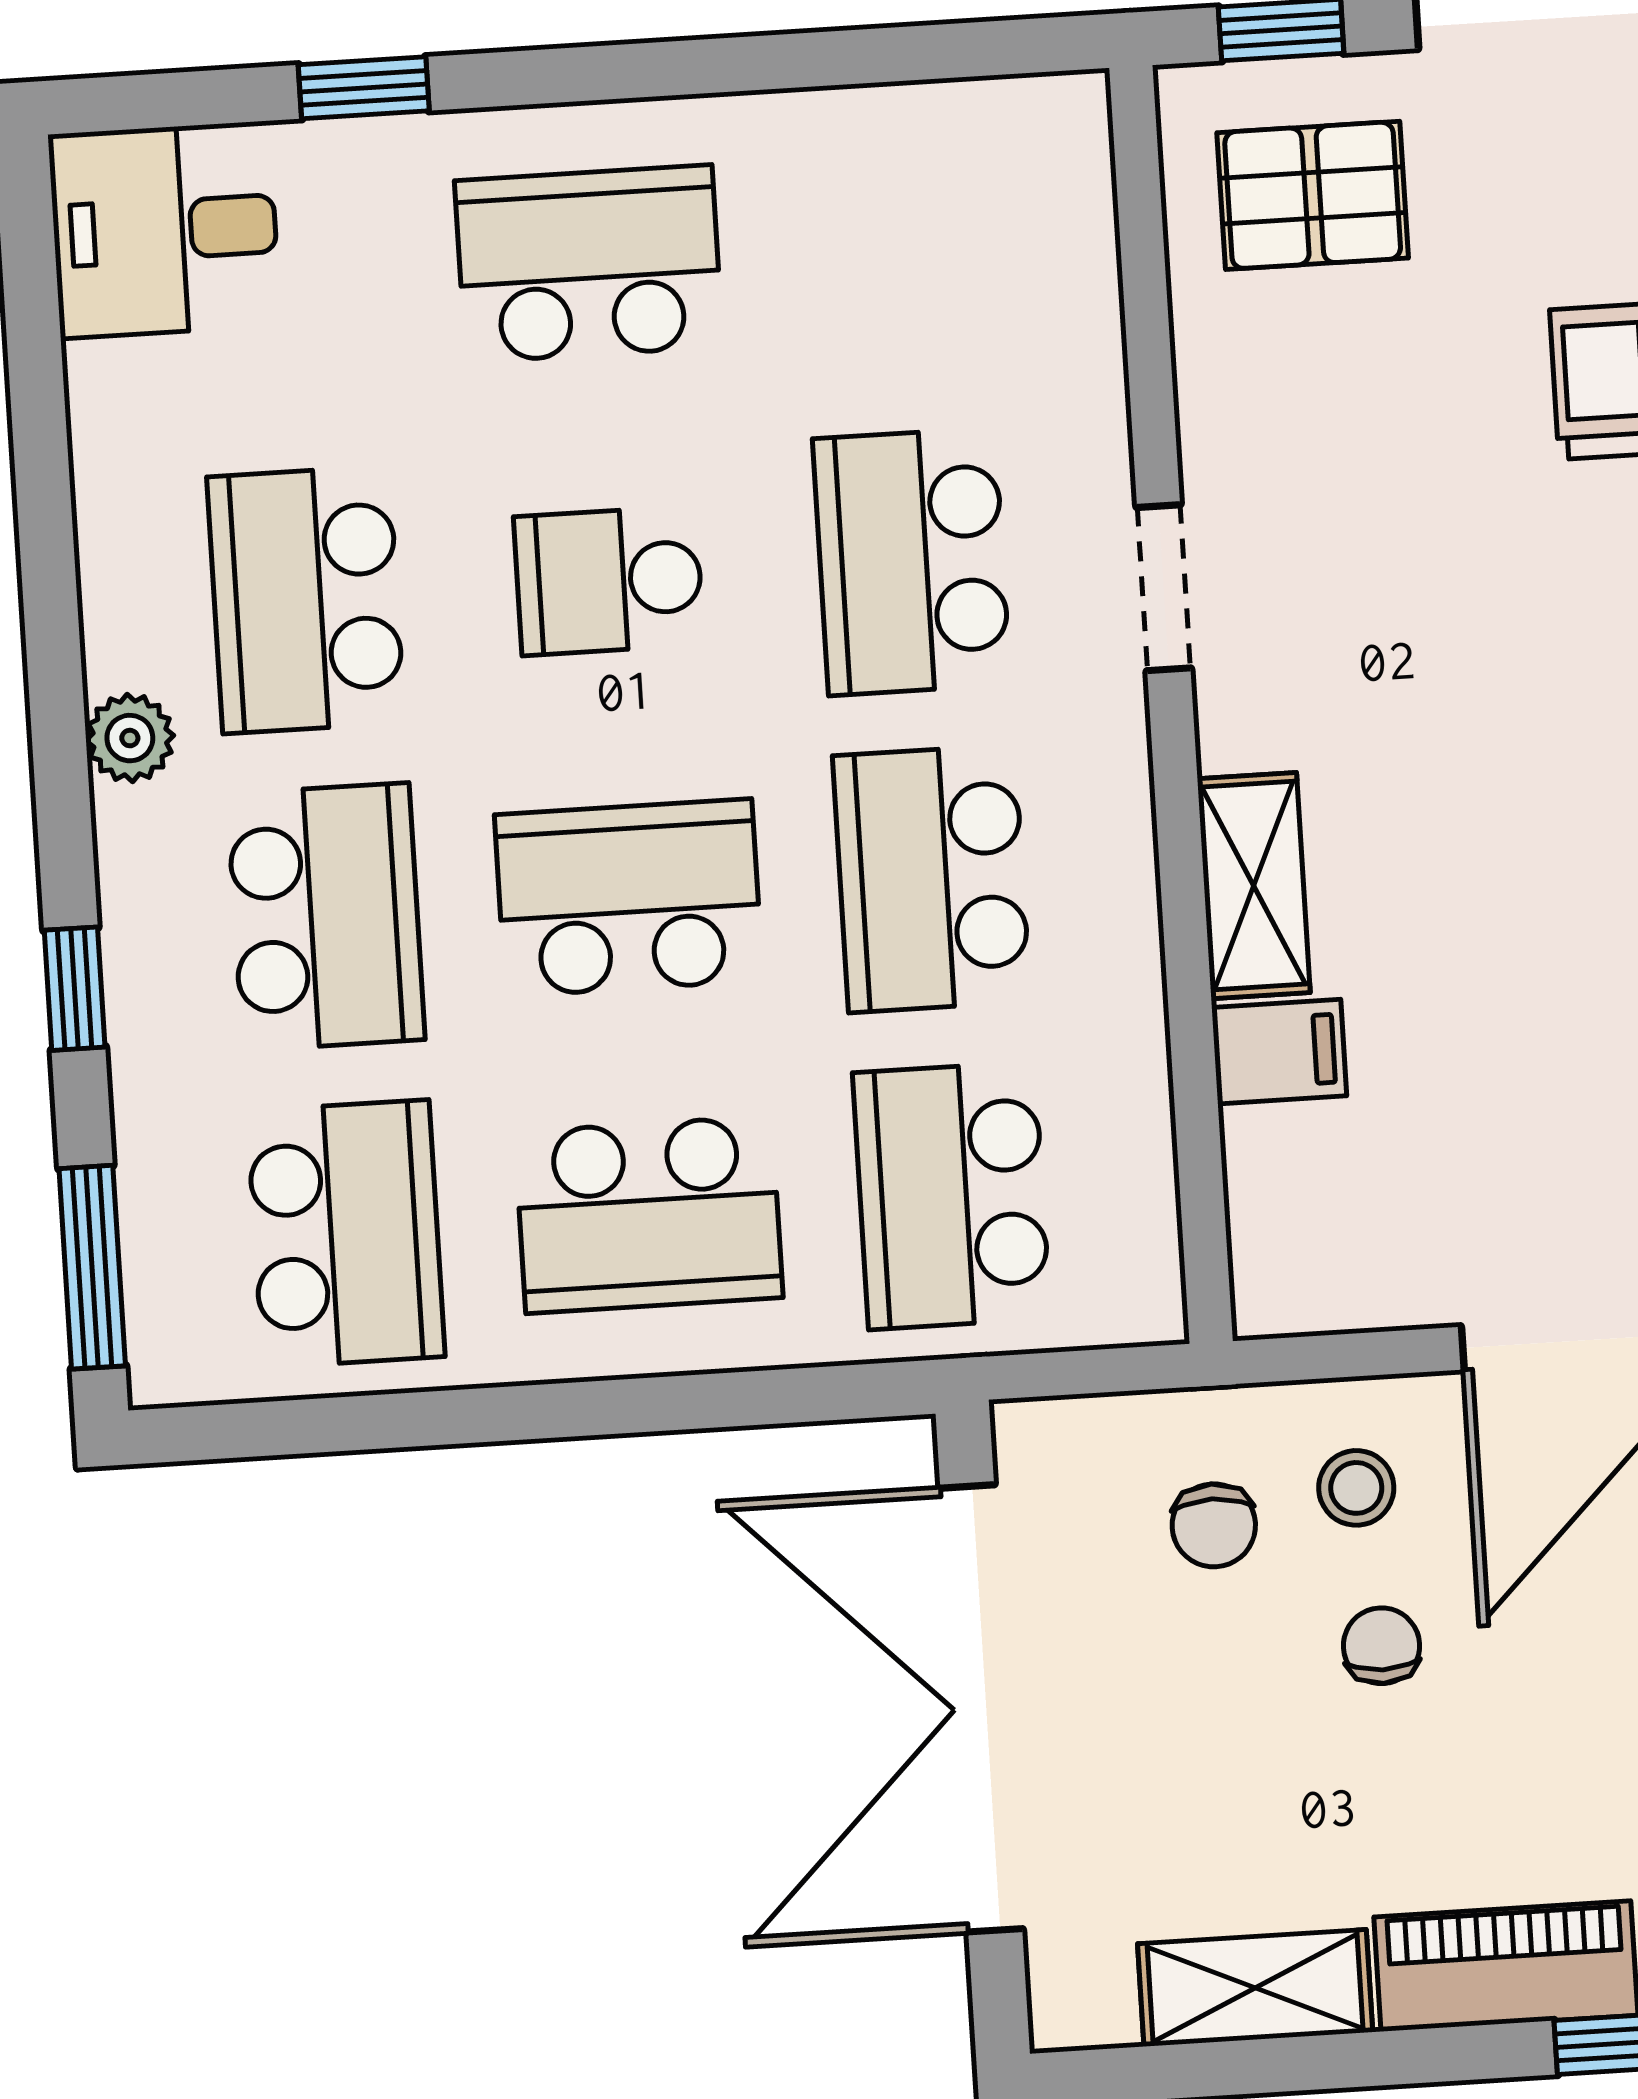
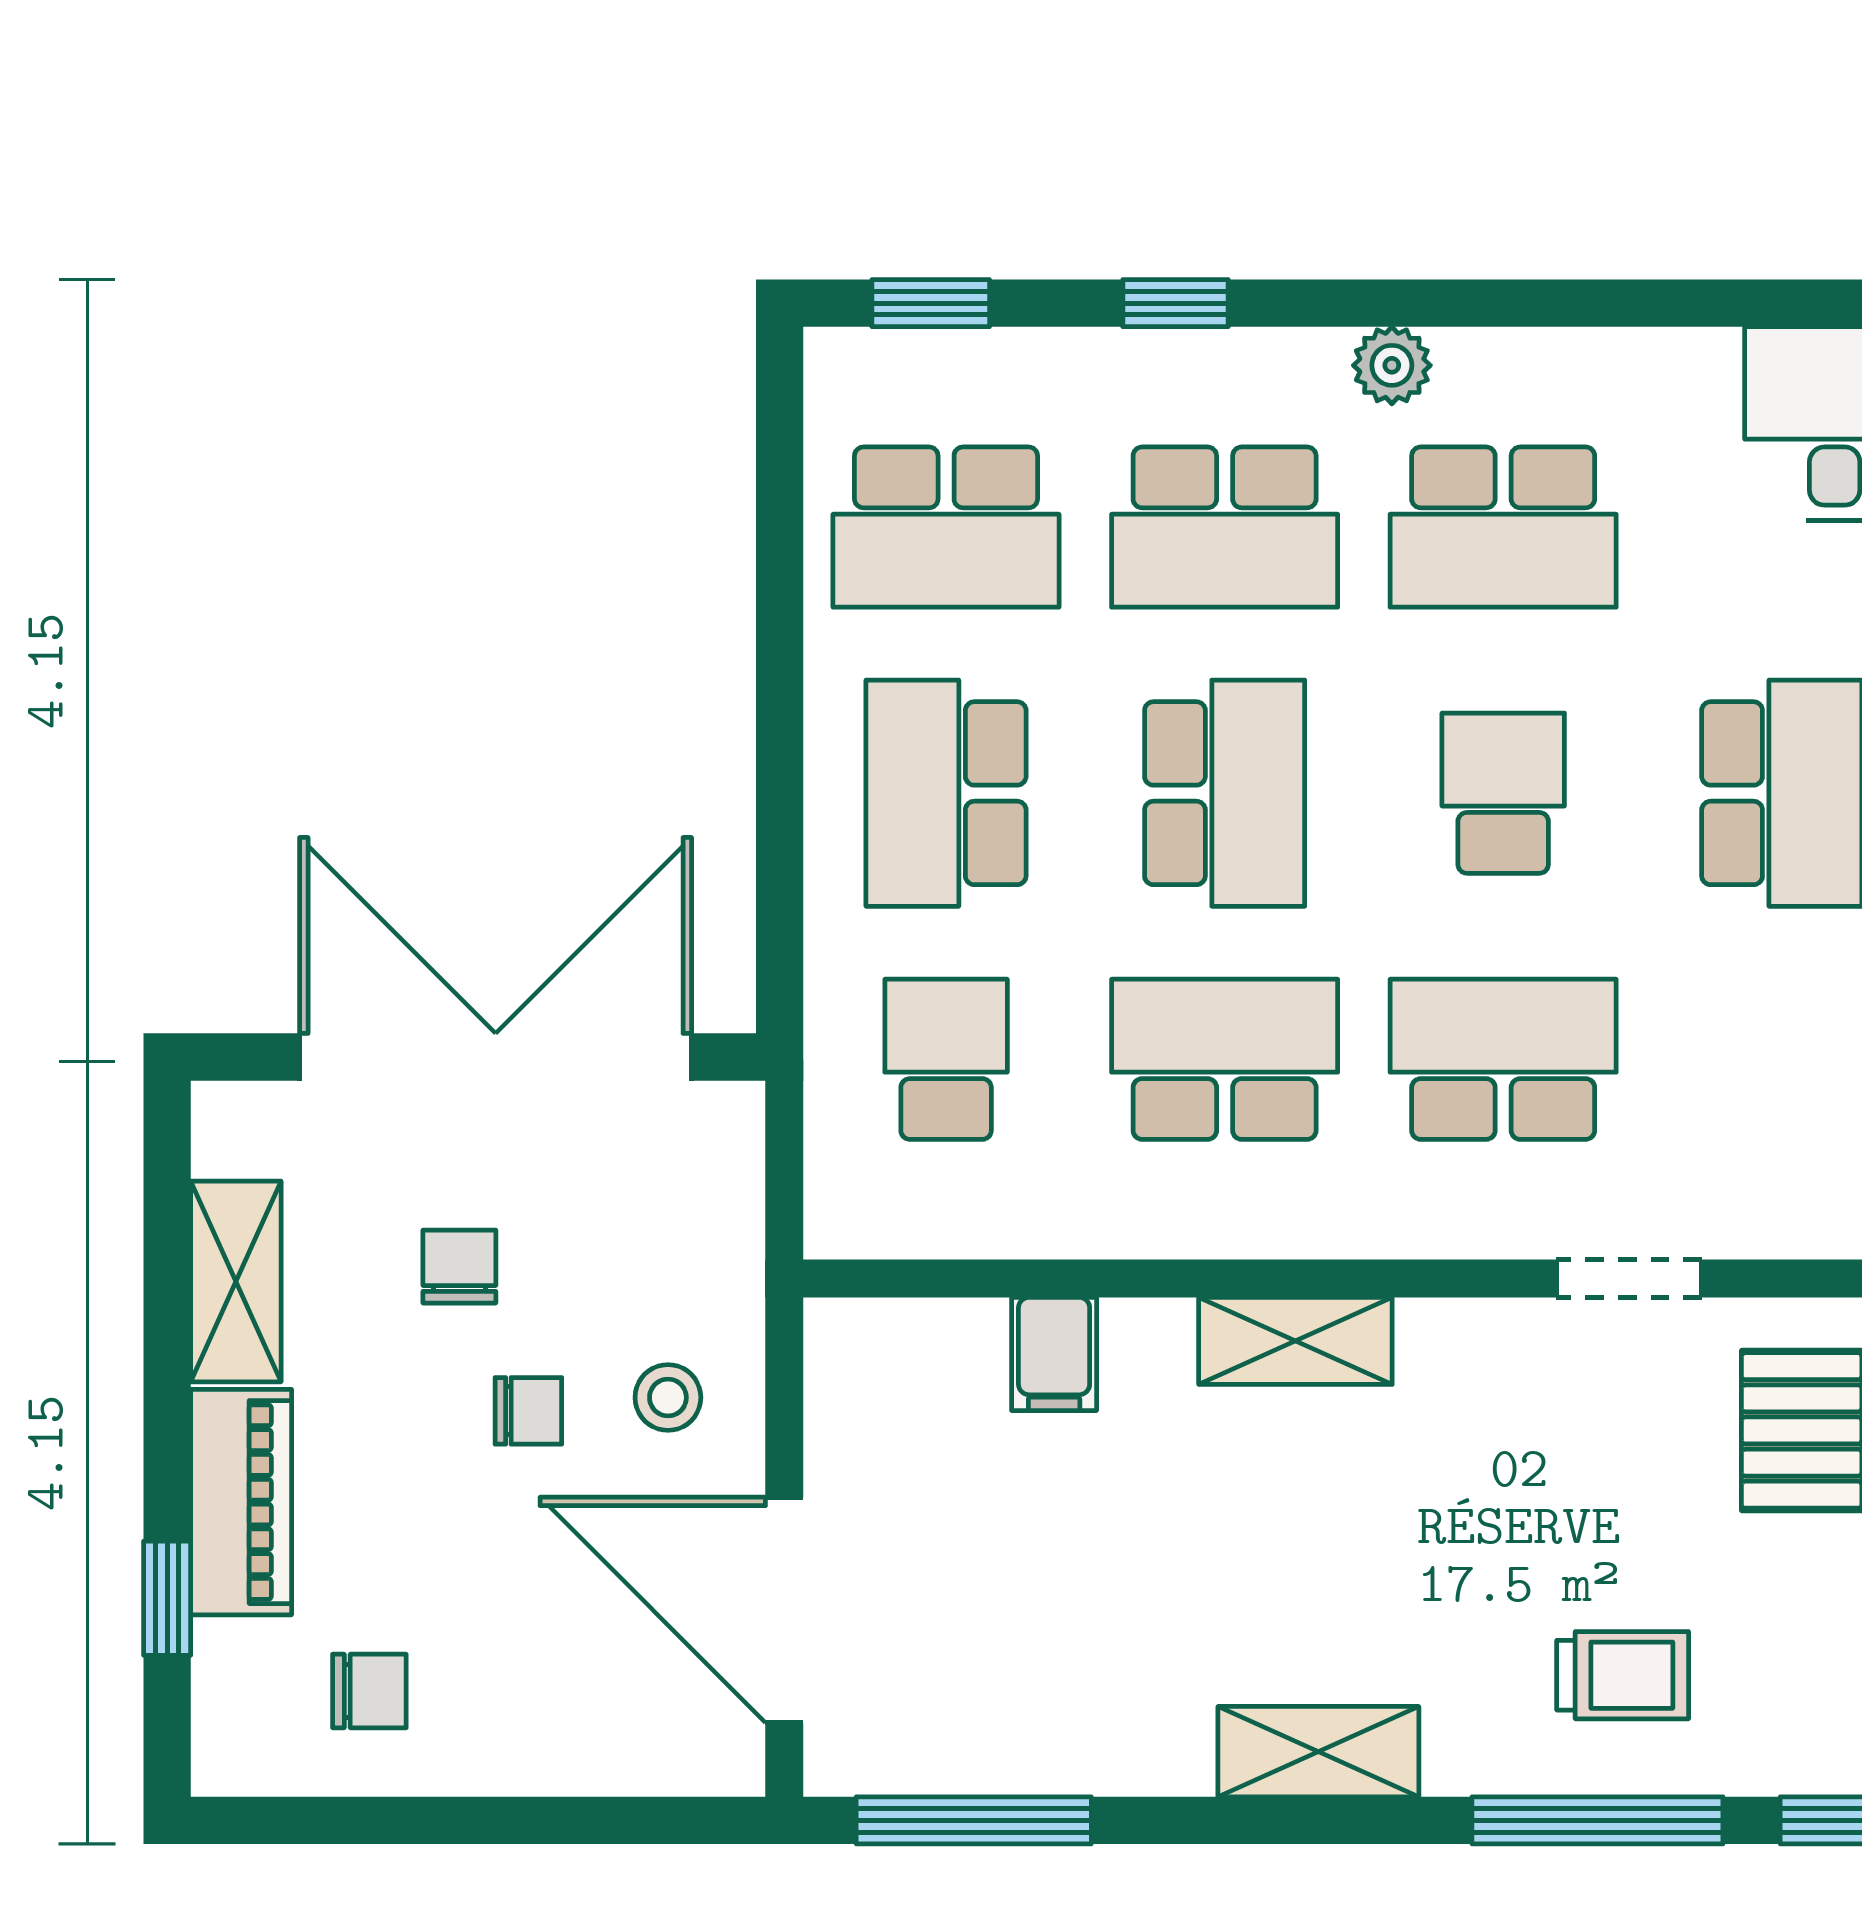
doorway: (1164, 588) -> (1629, 1278), moved
school desk: (306, 600) -> (1503, 527), turned 180
shelving: (1254, 886) -> (1295, 1341), moved
school desk: (952, 1196) -> (946, 1059), width x0.54
window: (92, 1267) -> (931, 303), width x0.67
chair: (1214, 1525) -> (459, 1267), moved, turned 90

